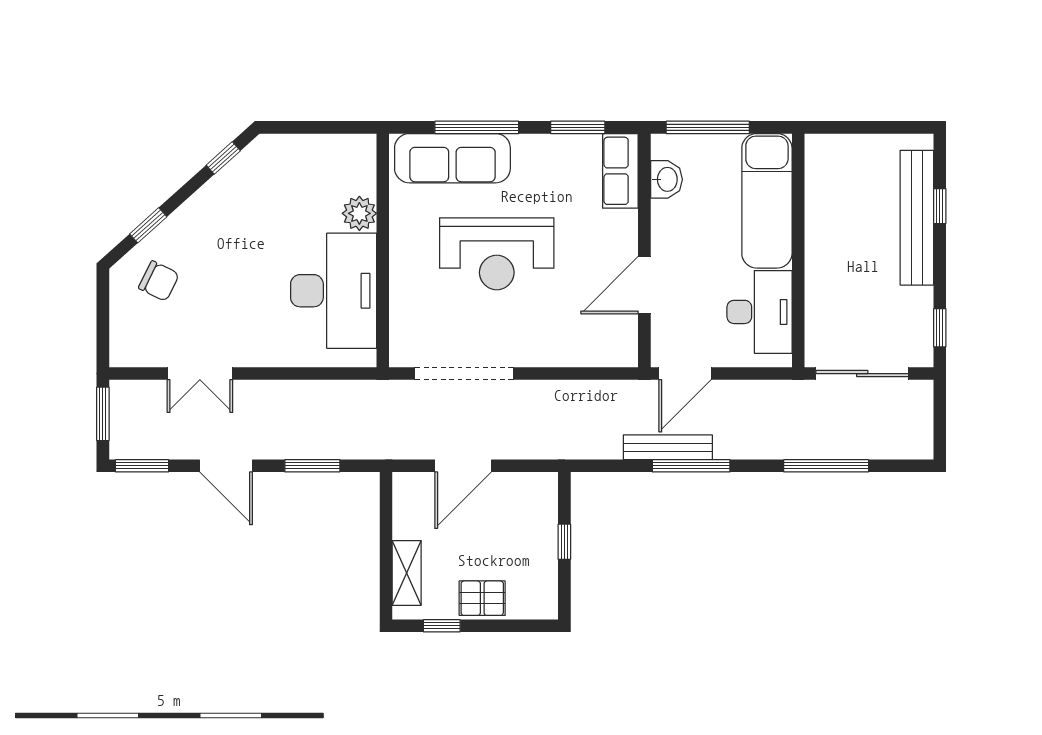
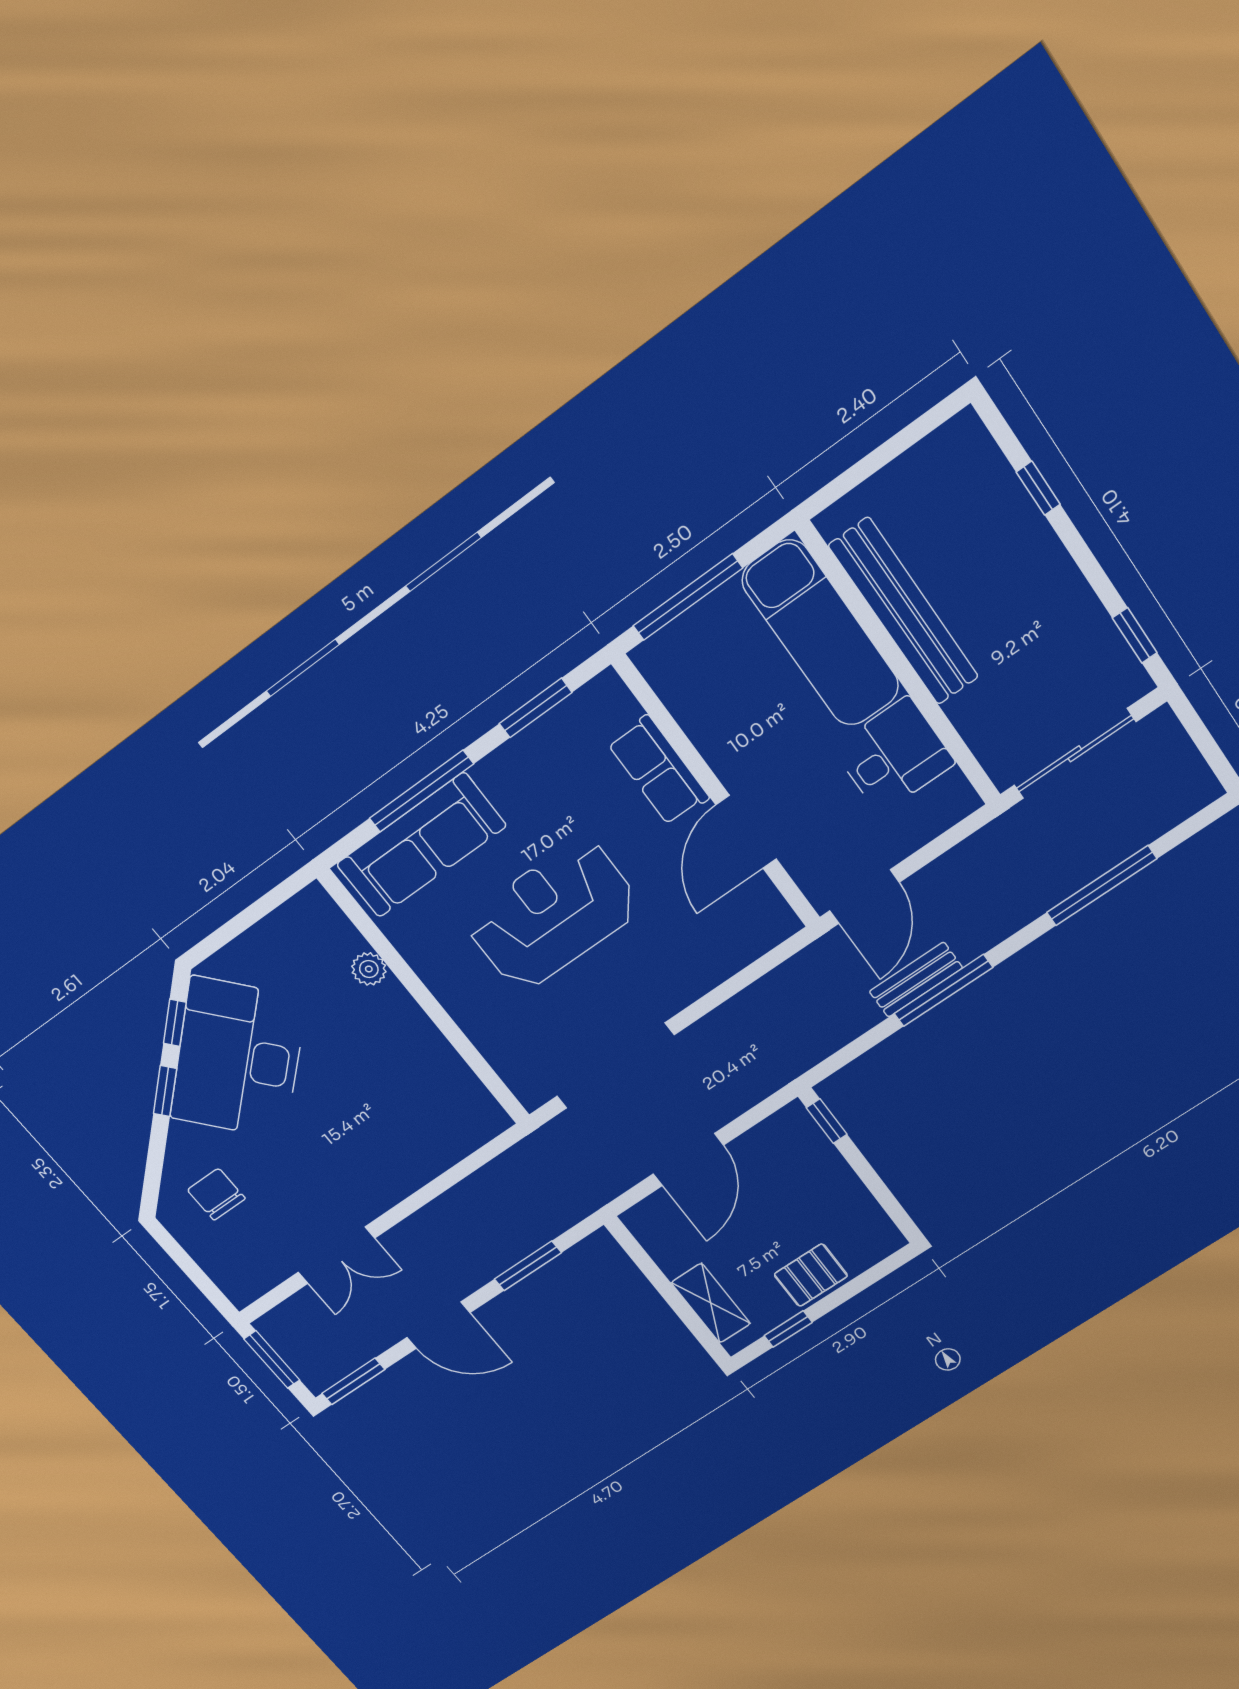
row of seats: (620, 171) -> (659, 771), moved
washbasin: (666, 179) -> (683, 694), removed
plant: (359, 213) -> (369, 969), width x0.73, depth x0.73
bench: (917, 218) -> (904, 612), moved
window: (148, 225) -> (165, 1091), moved
reception desk: (497, 254) -> (553, 914), turned 180
chair: (159, 281) -> (216, 1194), turned -116
desk: (334, 291) -> (238, 1058), moved, turned -132
desk: (760, 312) -> (894, 756), width x0.73
bench: (668, 447) -> (916, 980), width x0.73
window: (564, 542) -> (827, 1121), moved

